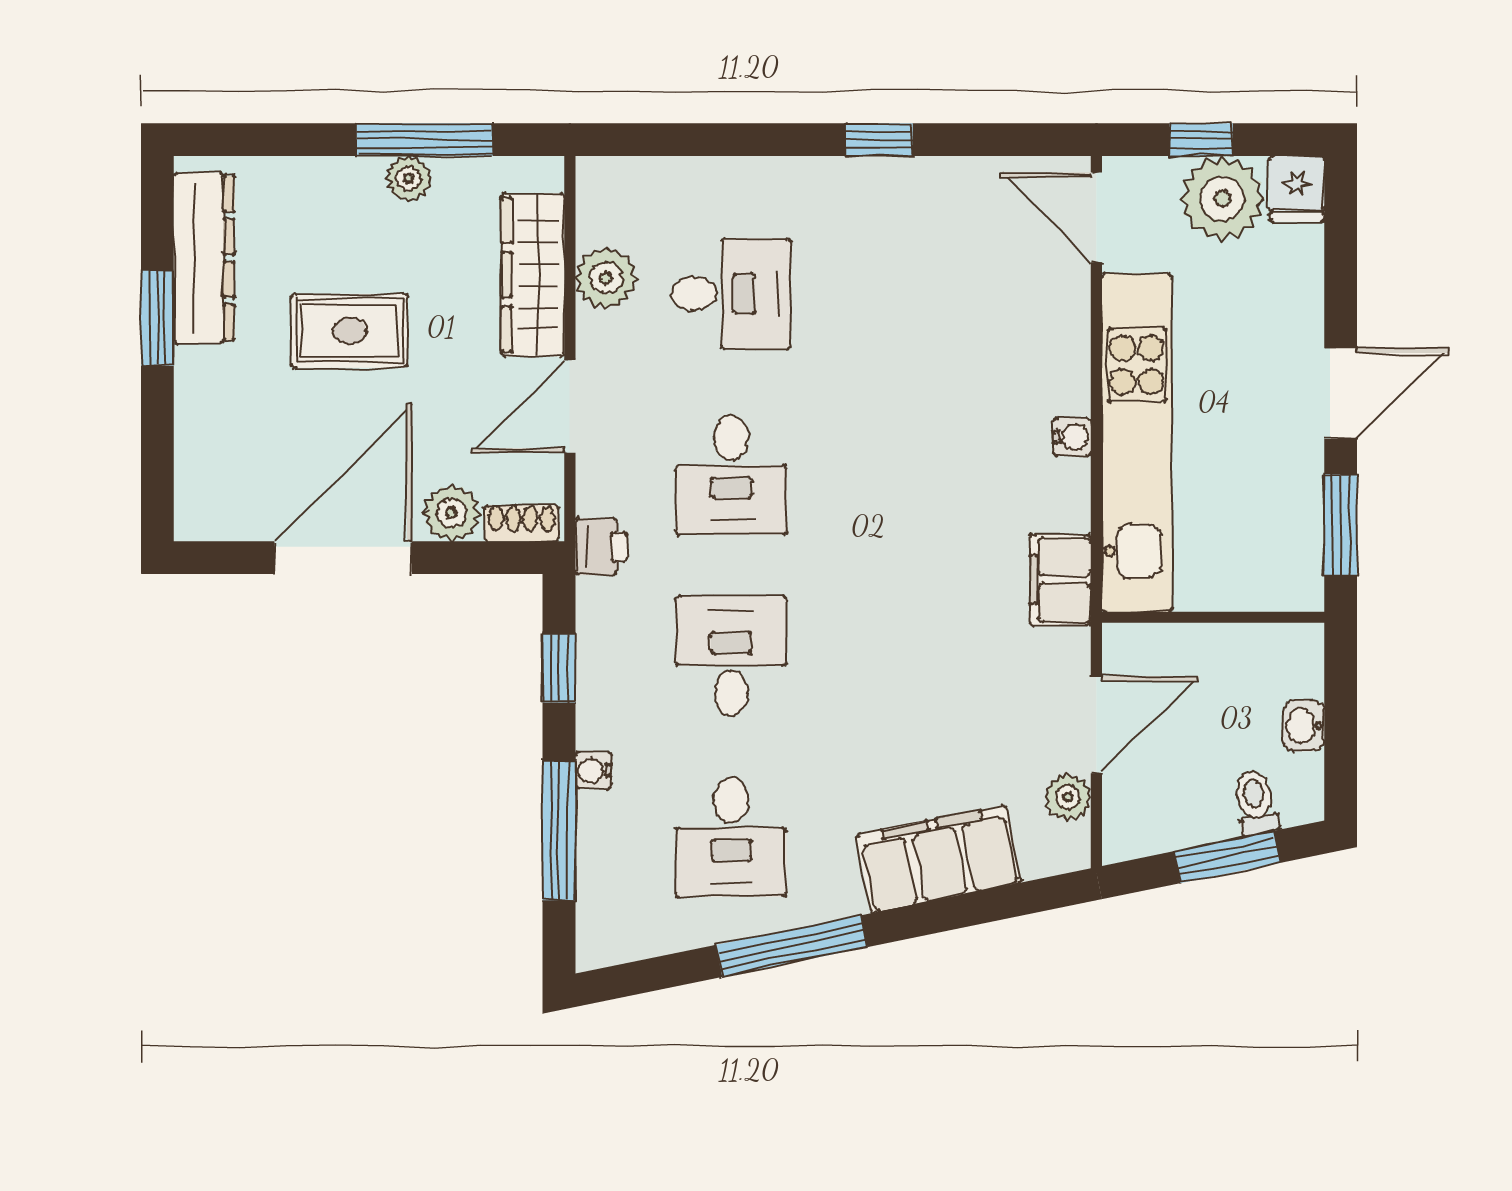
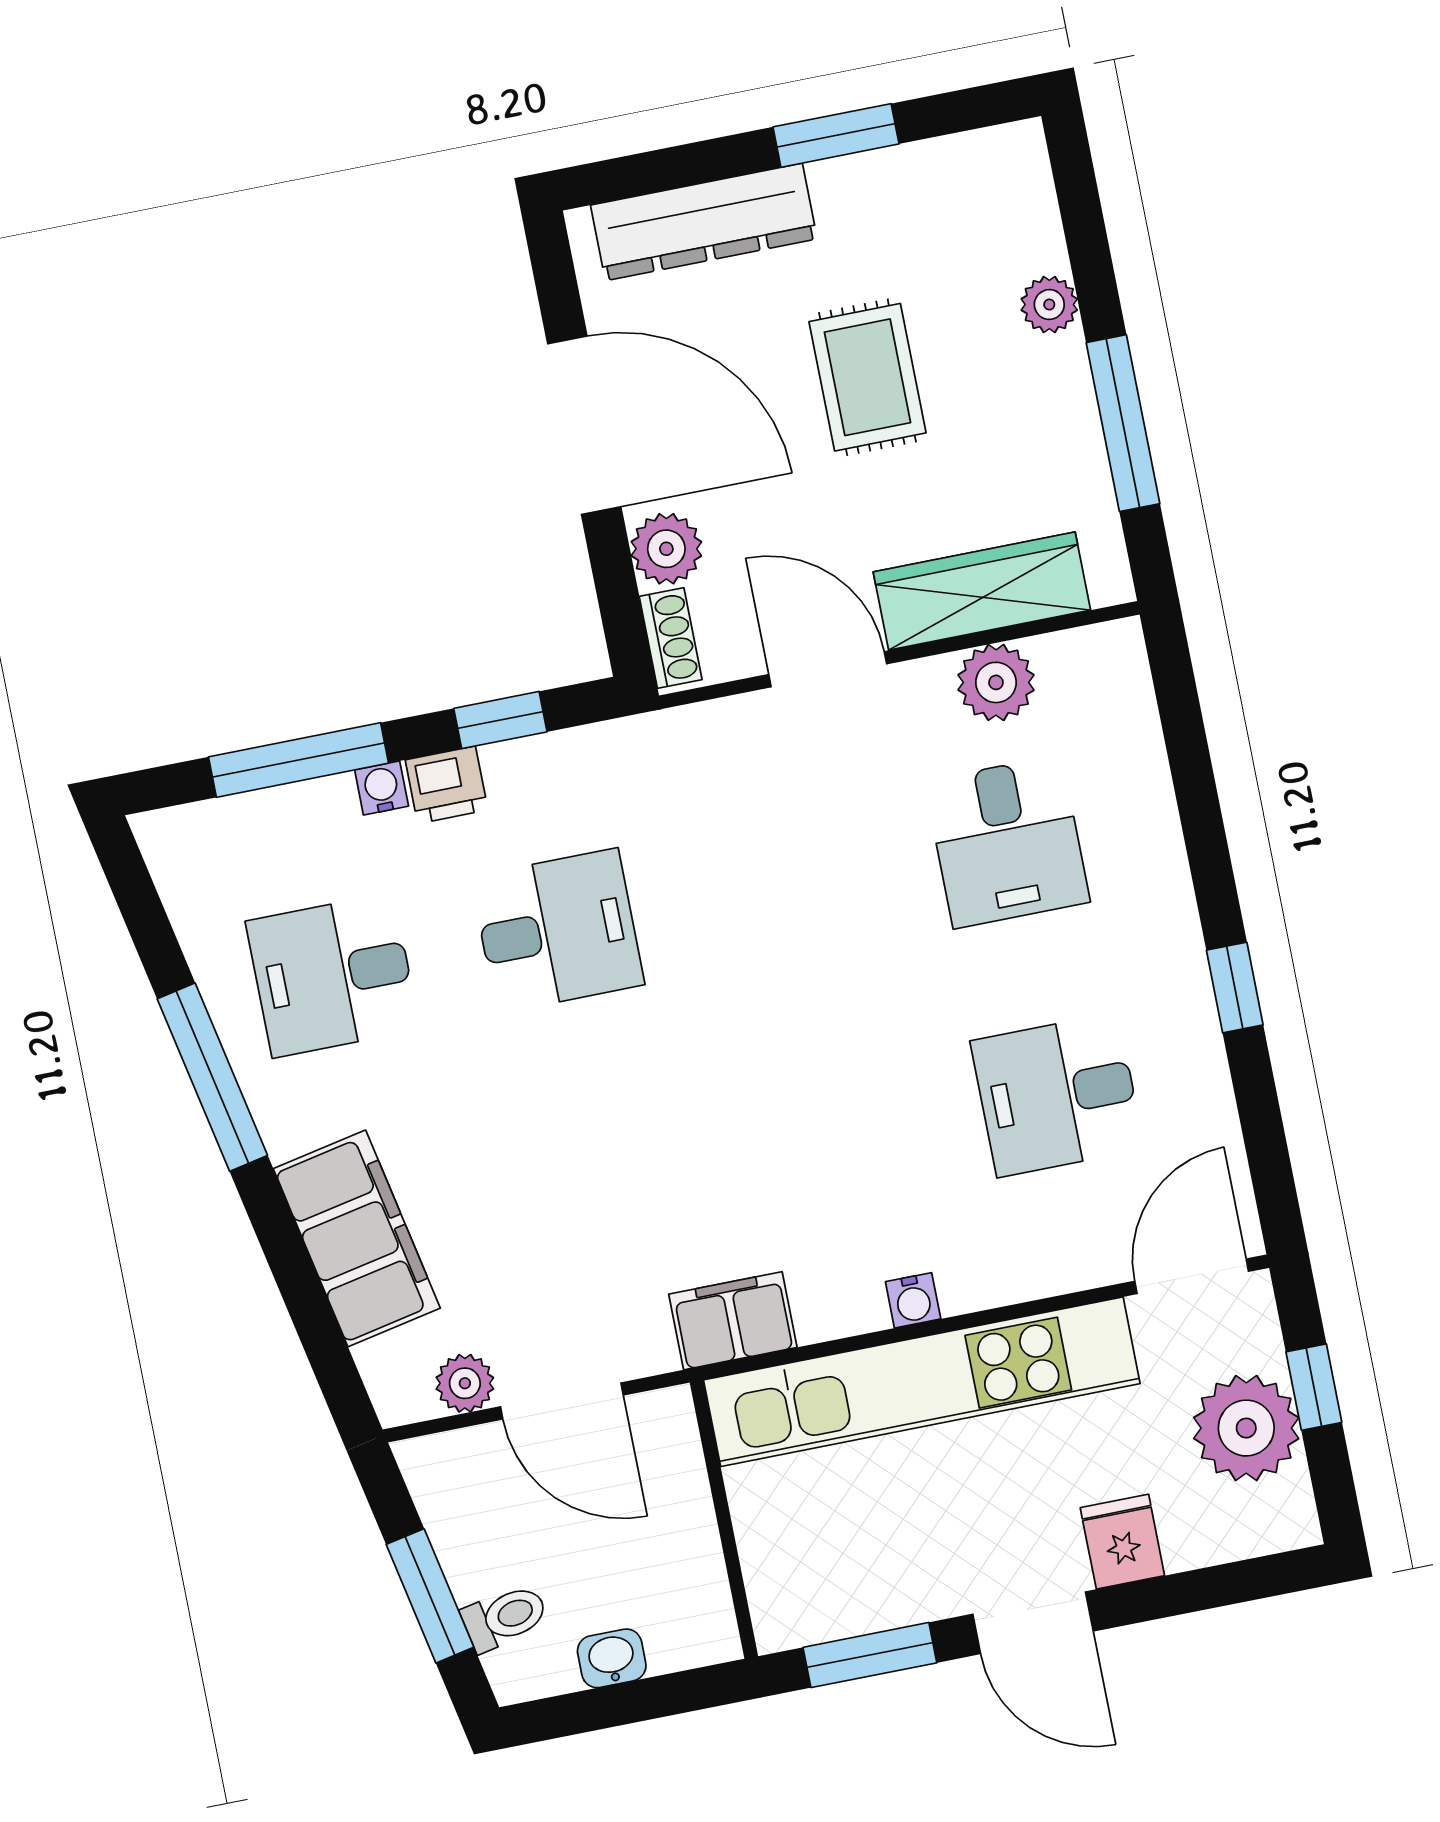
plant: (409, 179) -> (1049, 305), moved
fridge: (1297, 189) -> (1122, 1542), moved, turned 90
dresser: (204, 258) -> (704, 222), moved
desk: (731, 475) -> (1057, 1095), moved
printer: (601, 547) -> (447, 785), moved

